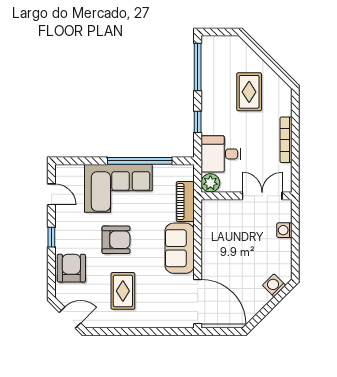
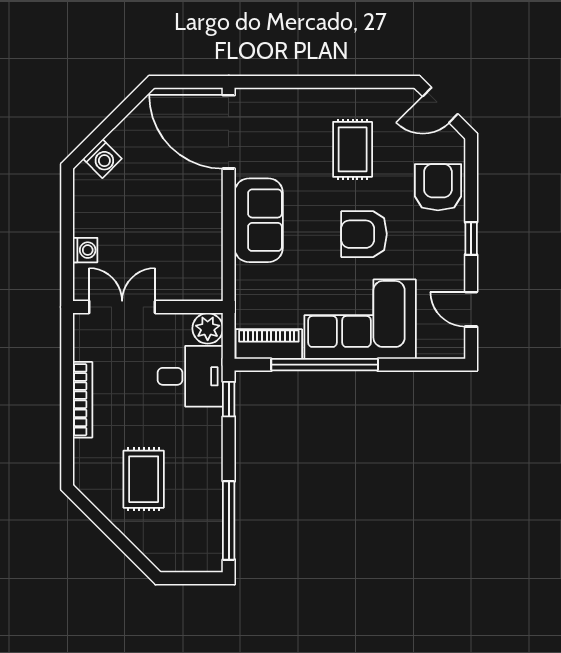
window: (198, 122) -> (229, 399), moved
double door: (262, 196) -> (122, 307), swing flipped
piano: (185, 201) -> (269, 344), moved, turned -90
armchair: (71, 268) -> (438, 187), turned 180

